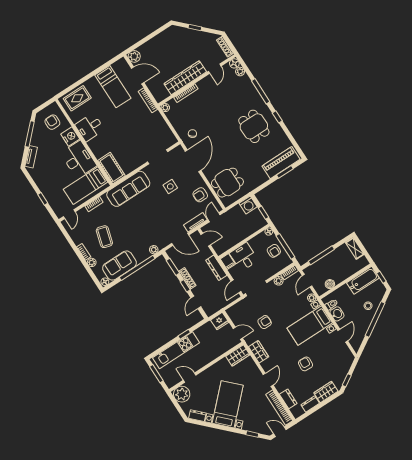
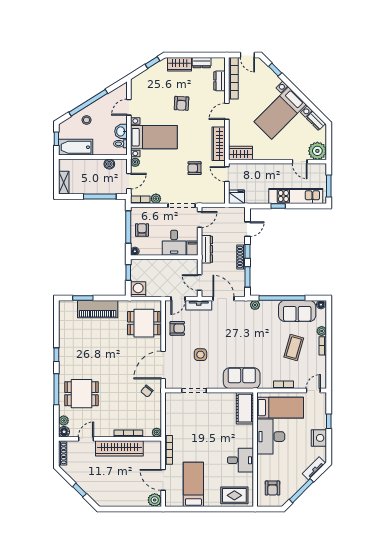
dining table: (254, 126) -> (81, 394), moved, turned 90
nightstand: (70, 136) -> (319, 438), moved, turned 180
piano: (281, 163) -> (98, 309), moved
sofa: (128, 189) -> (242, 378), width x0.73
wardrobe: (259, 352) -> (219, 144), width x1.50

